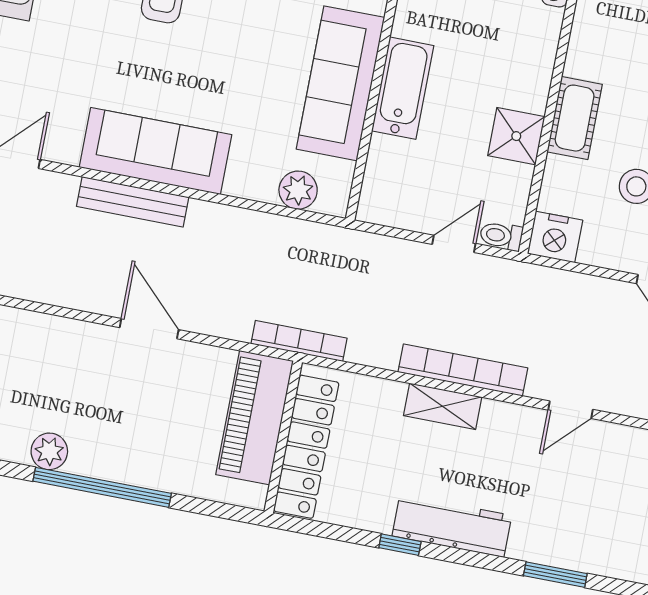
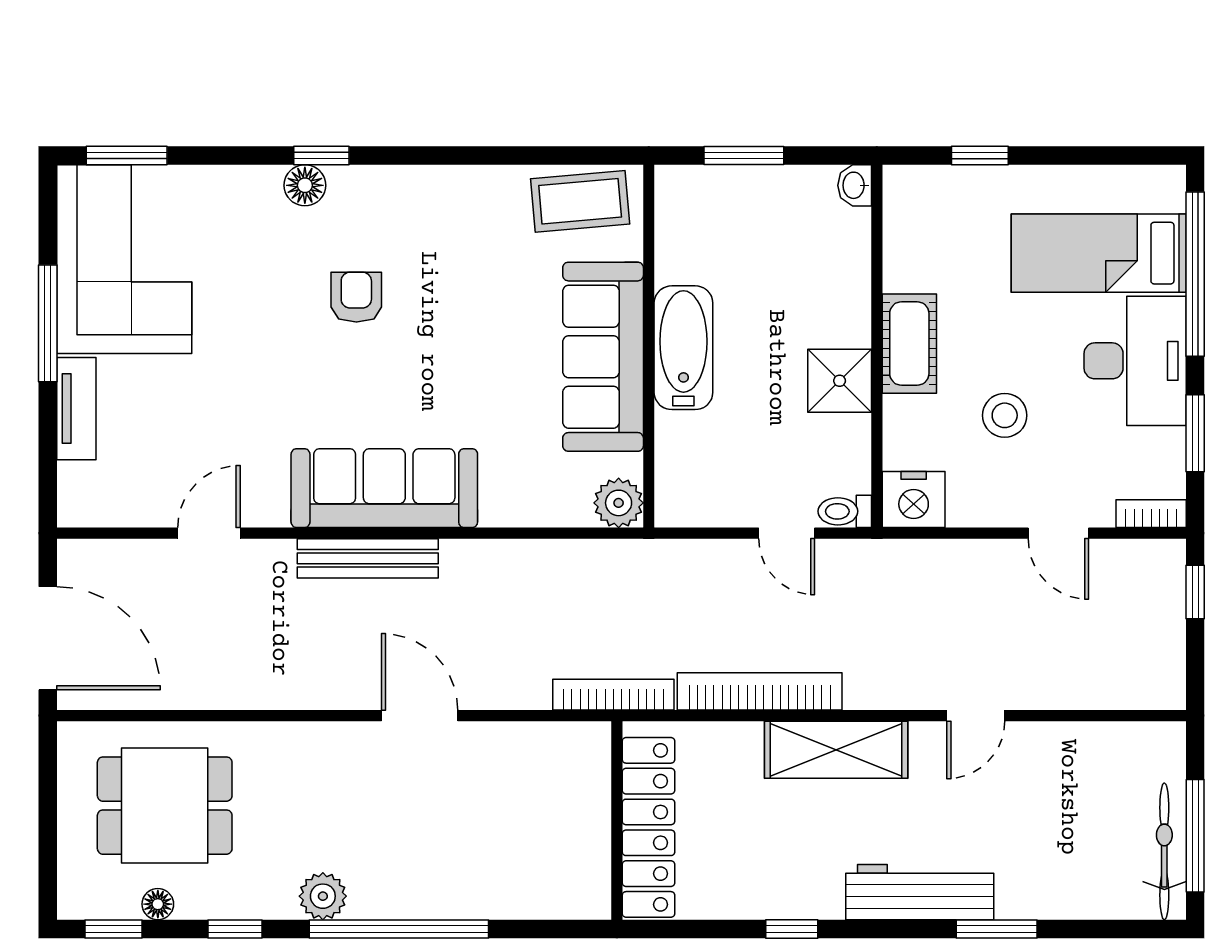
plant: (298, 190) -> (619, 503), moved
door: (454, 244) -> (787, 533), swing flipped
bookcase: (463, 370) -> (760, 691), moved
shelving: (443, 406) -> (836, 750), width x1.50, depth x1.33
piano: (255, 418) -> (576, 803), removed
workbench: (452, 526) -> (920, 892), moved

